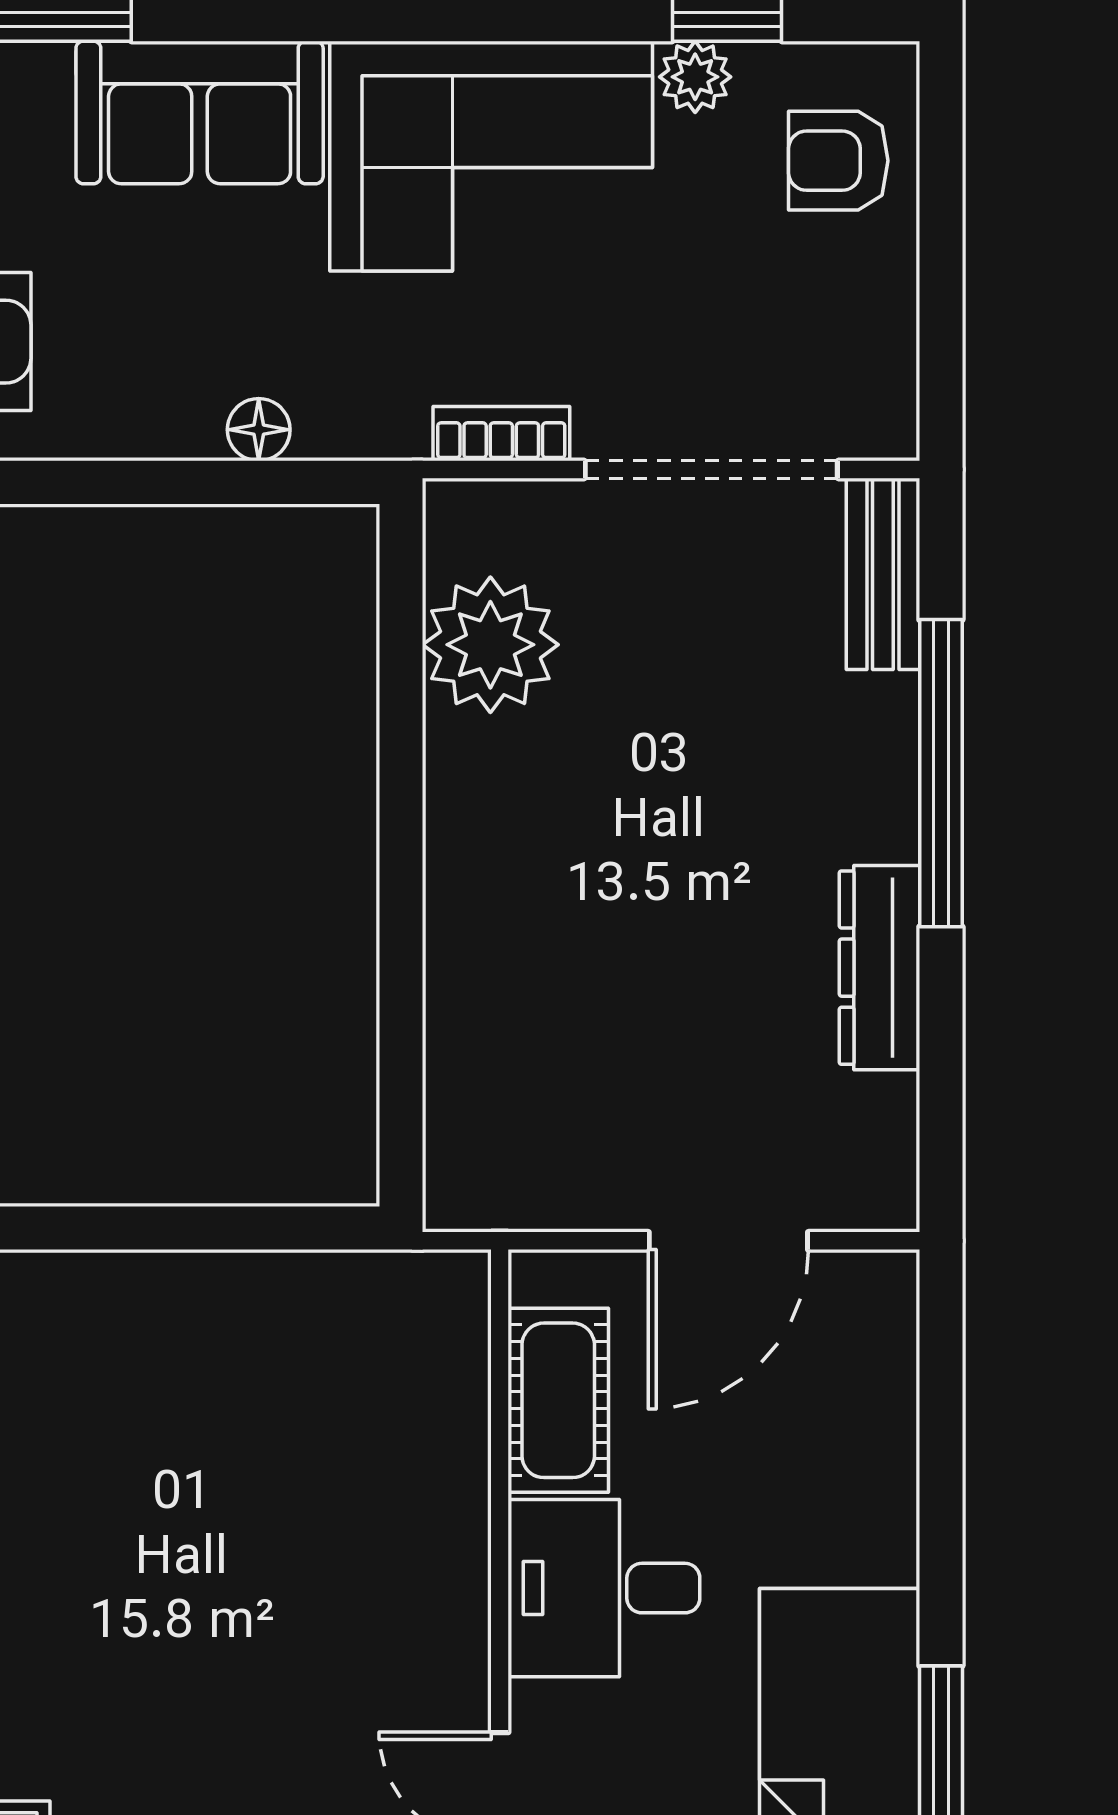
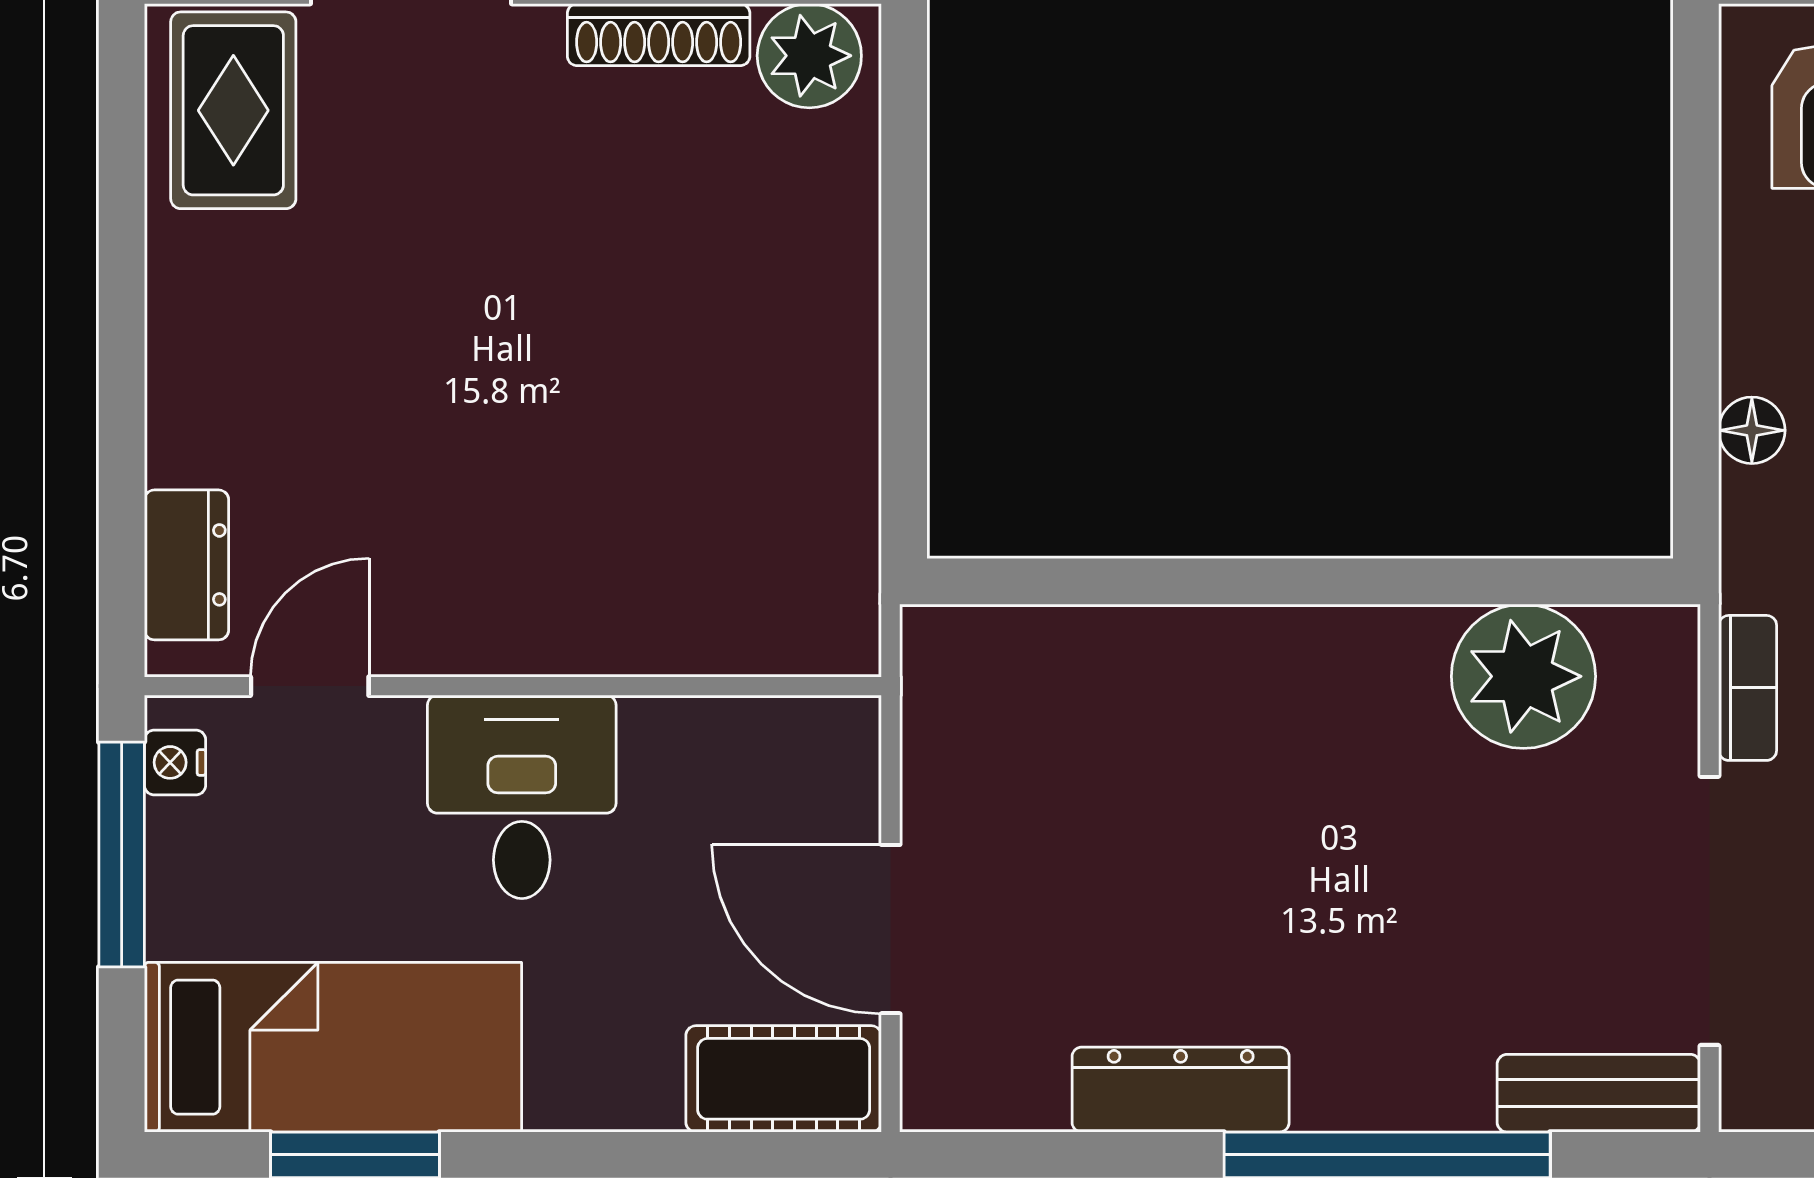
cot: (558, 1400) -> (784, 1079), moved

